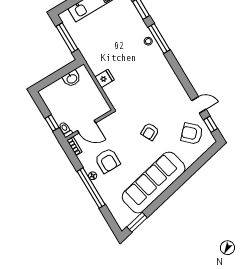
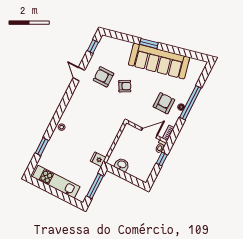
window: (159, 38) -> (55, 121), removed
fridge: (105, 78) -> (98, 159), moved
door: (199, 105) -> (79, 74), moved
door: (86, 127) -> (149, 133), hinge flipped
armchair: (192, 134) -> (103, 77), moved, turned 136
window: (137, 222) -> (149, 43), moved

